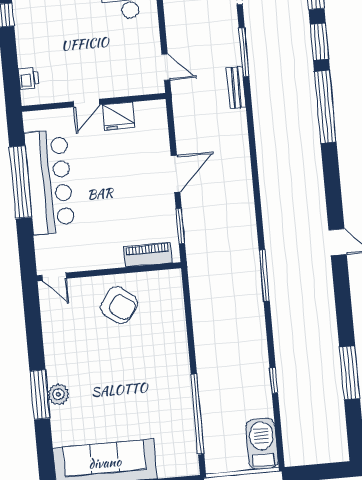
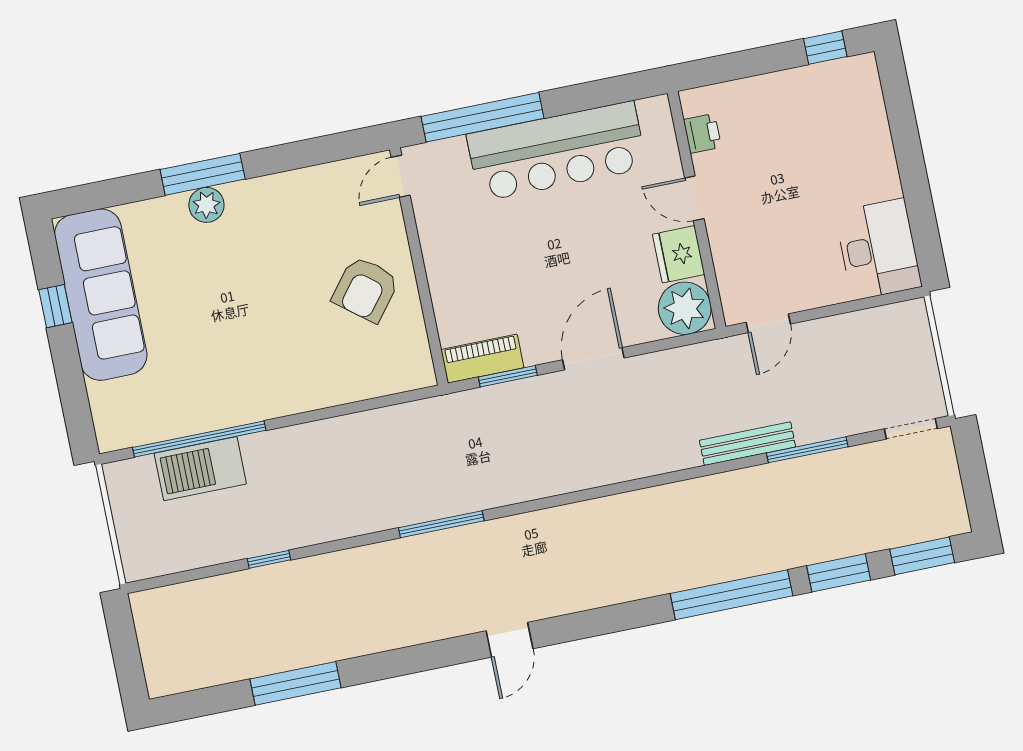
printer: (29, 78) -> (702, 133), moved, turned -90
bench: (236, 87) -> (747, 444), width x1.36
plant: (151, 116) -> (685, 308), added
door: (176, 174) -> (593, 359), swing flipped
window: (20, 182) -> (482, 117), moved
piano: (148, 255) -> (482, 359), moved, turned -90
barbecue: (262, 444) -> (200, 469), moved, turned 180

